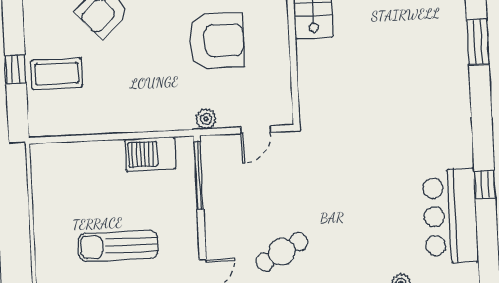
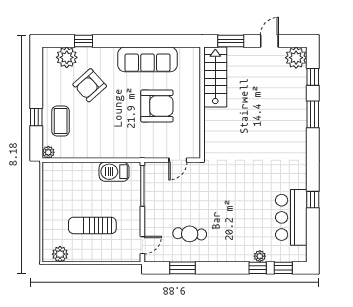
coffee table: (57, 74) -> (61, 121), turned 90
plant: (206, 119) -> (48, 152), moved
cafe table: (282, 252) -> (190, 234), turned 31

